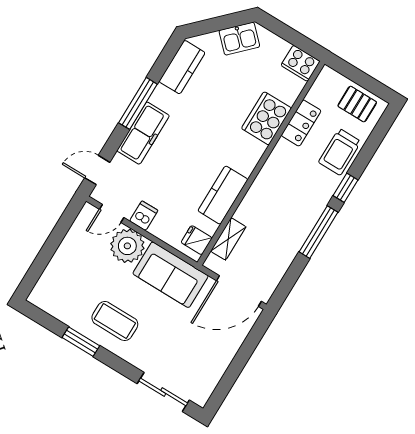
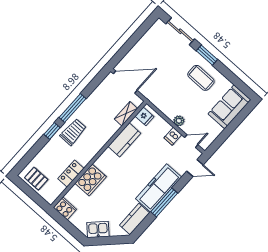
freezer: (143, 133) -> (159, 188), width x1.36, depth x1.26
trolley: (340, 152) -> (73, 132), moved
plant: (127, 246) -> (179, 121), width x0.53, depth x0.53
sofa: (171, 275) -> (229, 107), moved, turned -90
window: (81, 342) -> (207, 55), moved

